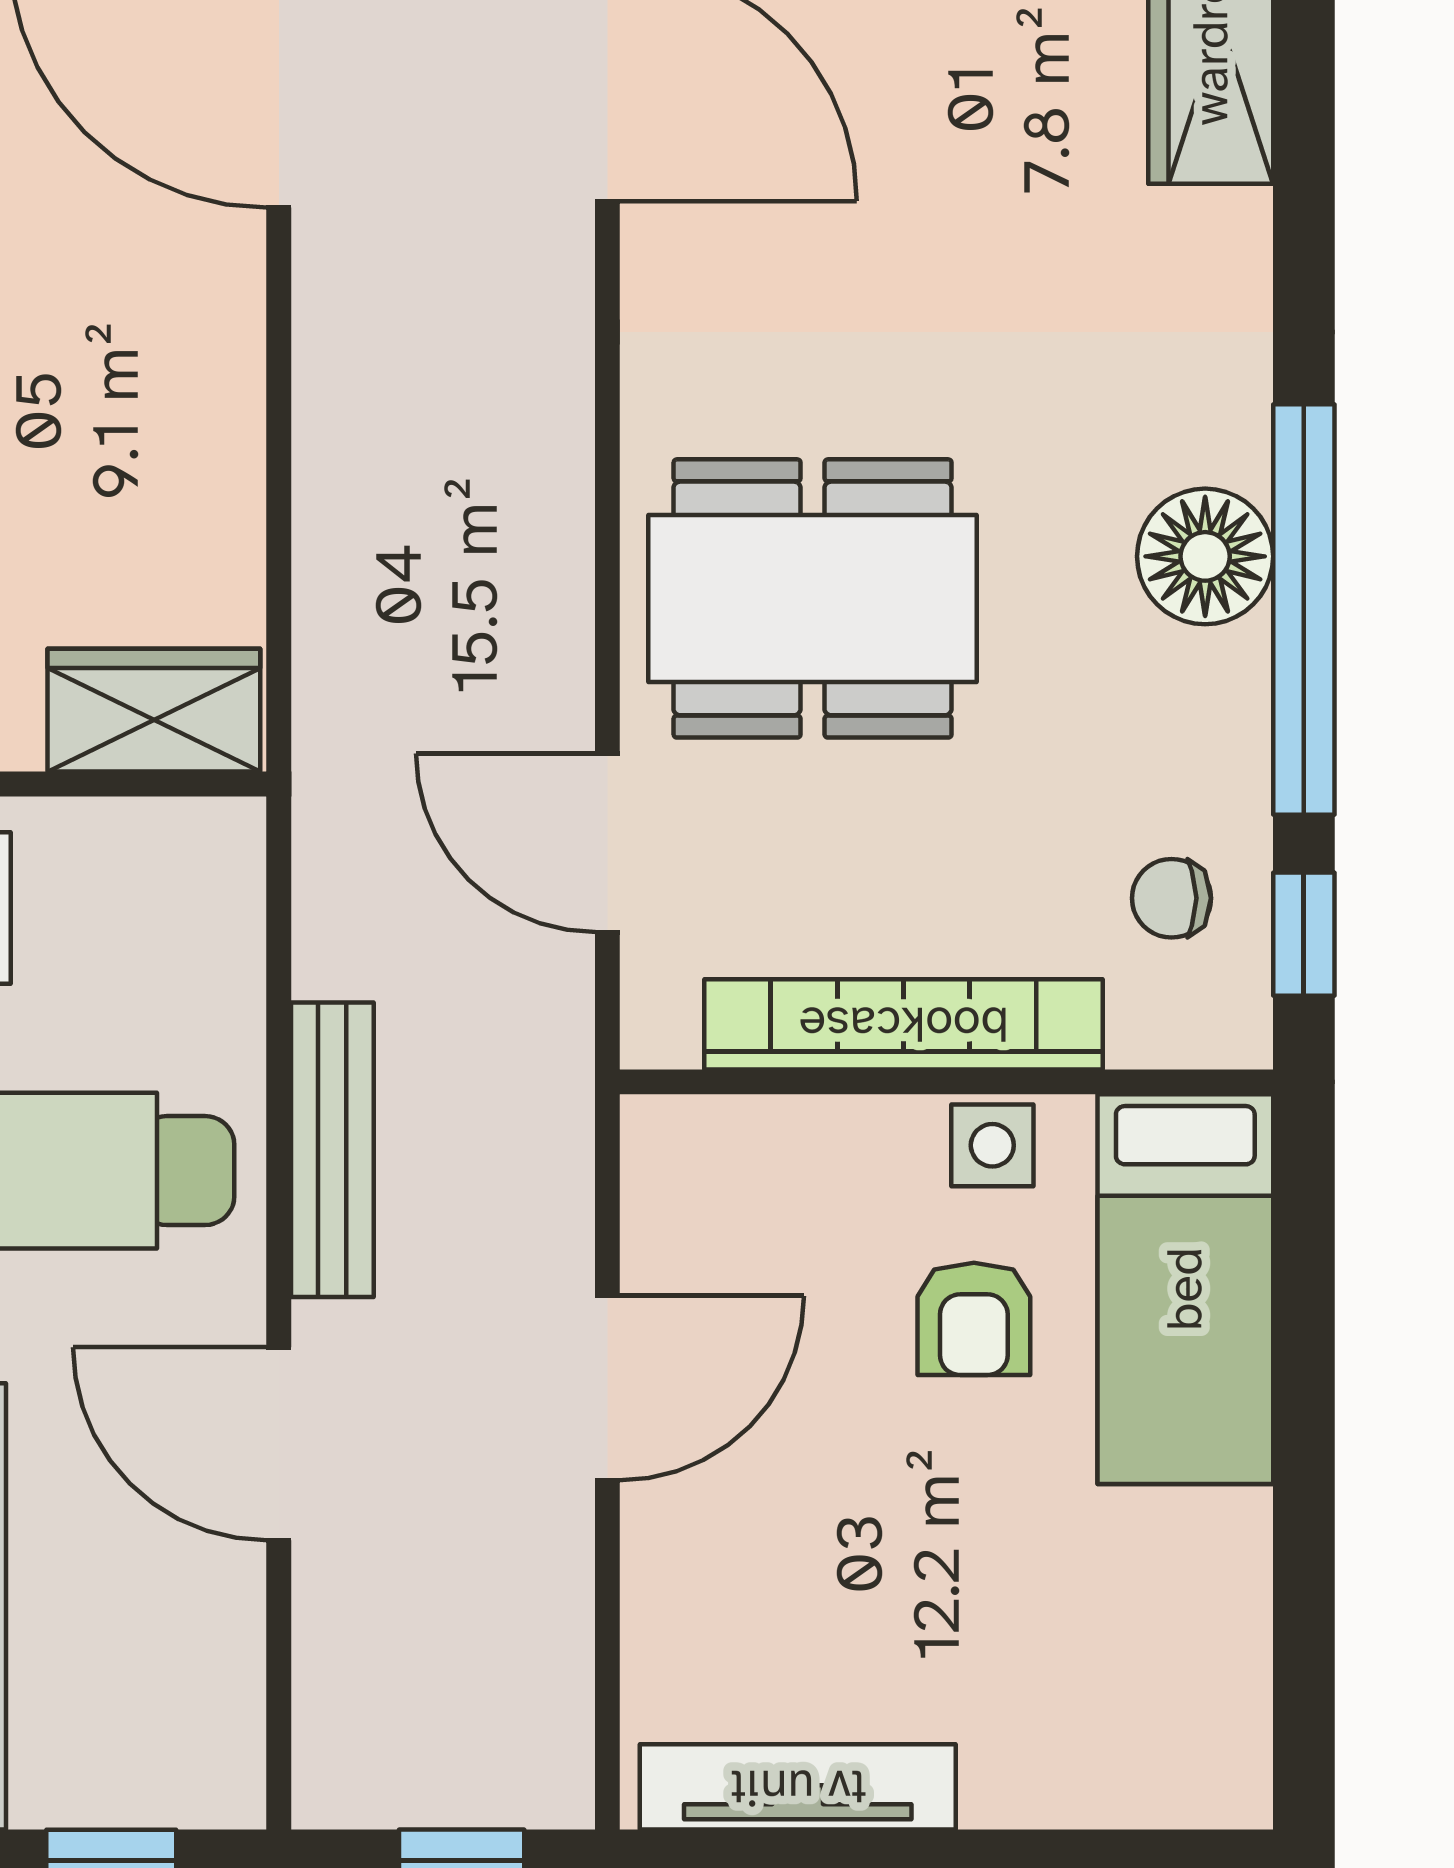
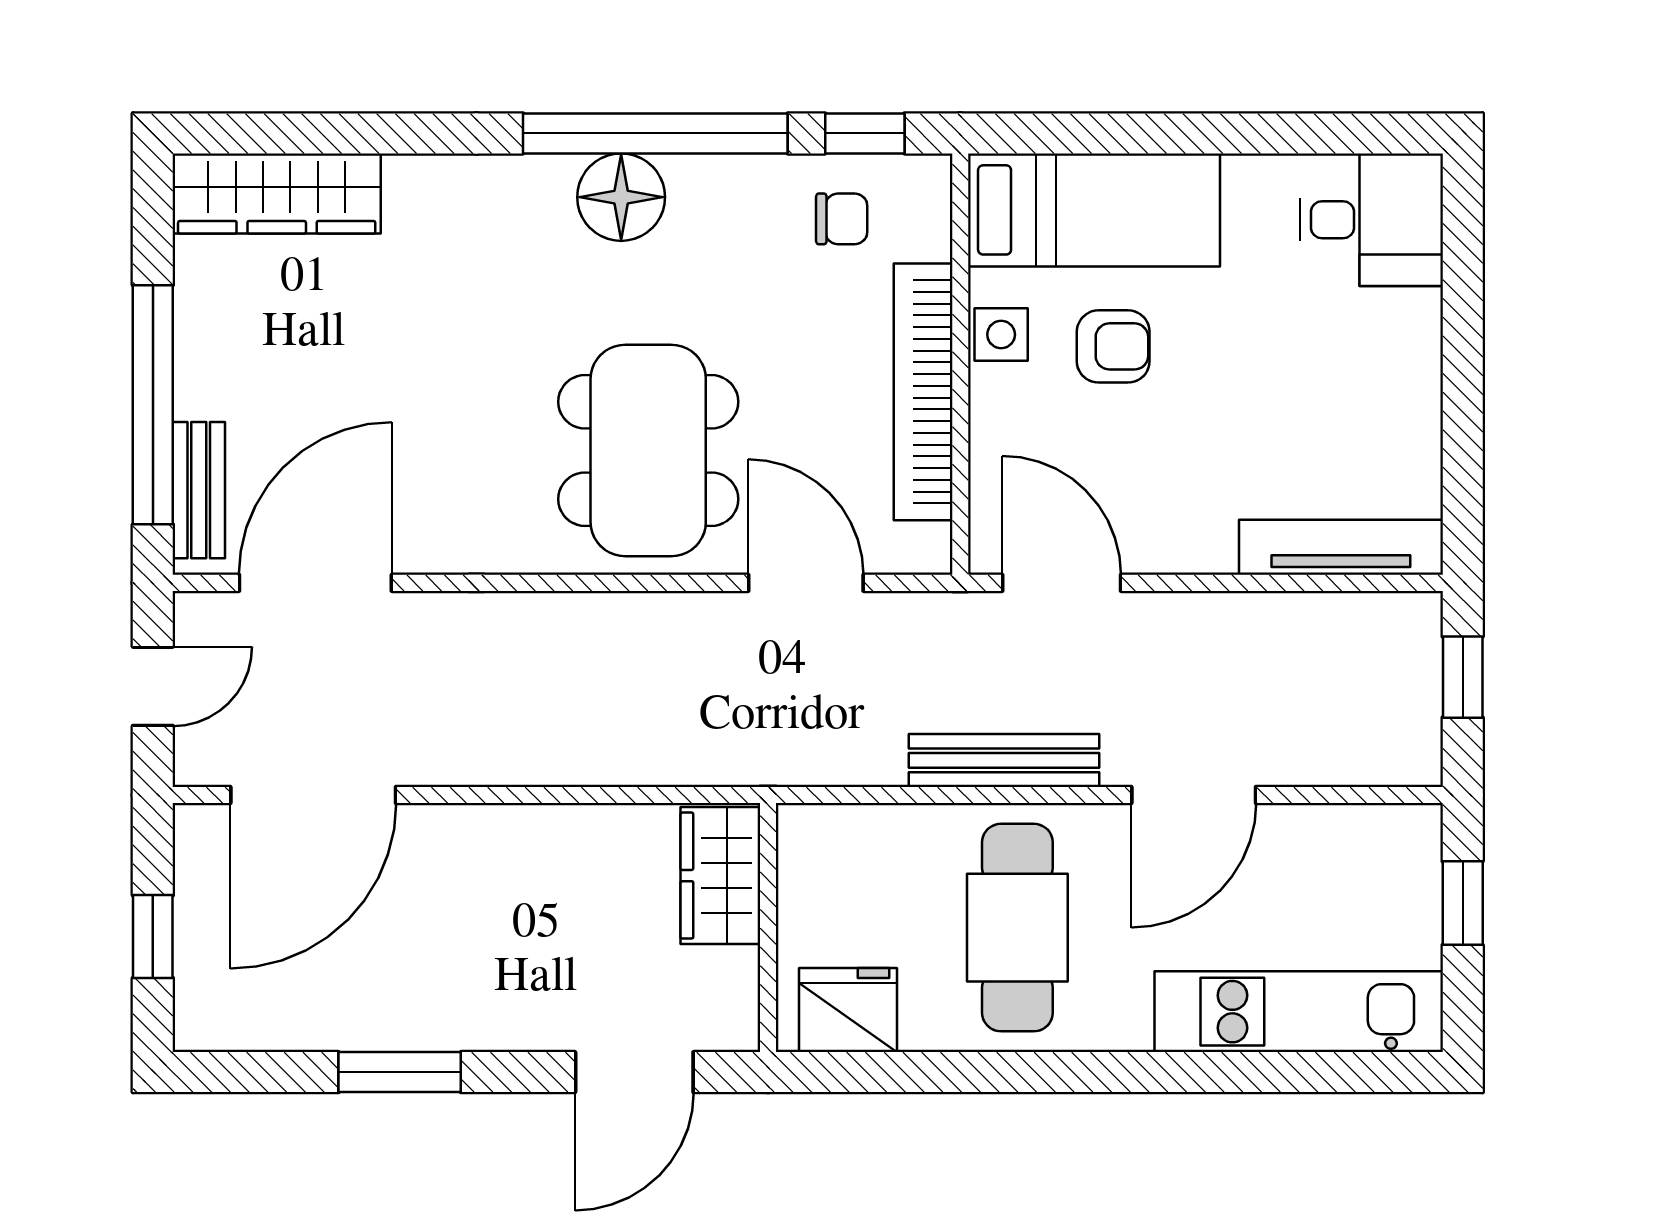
door: (607, 843) -> (806, 583), swing flipped
chair: (1171, 898) -> (842, 219), turned -90
door: (607, 1388) -> (1062, 583), moved
desk: (1170, 1719) -> (1371, 220), added
tv unit: (798, 1787) -> (1341, 547), moved, turned 90

